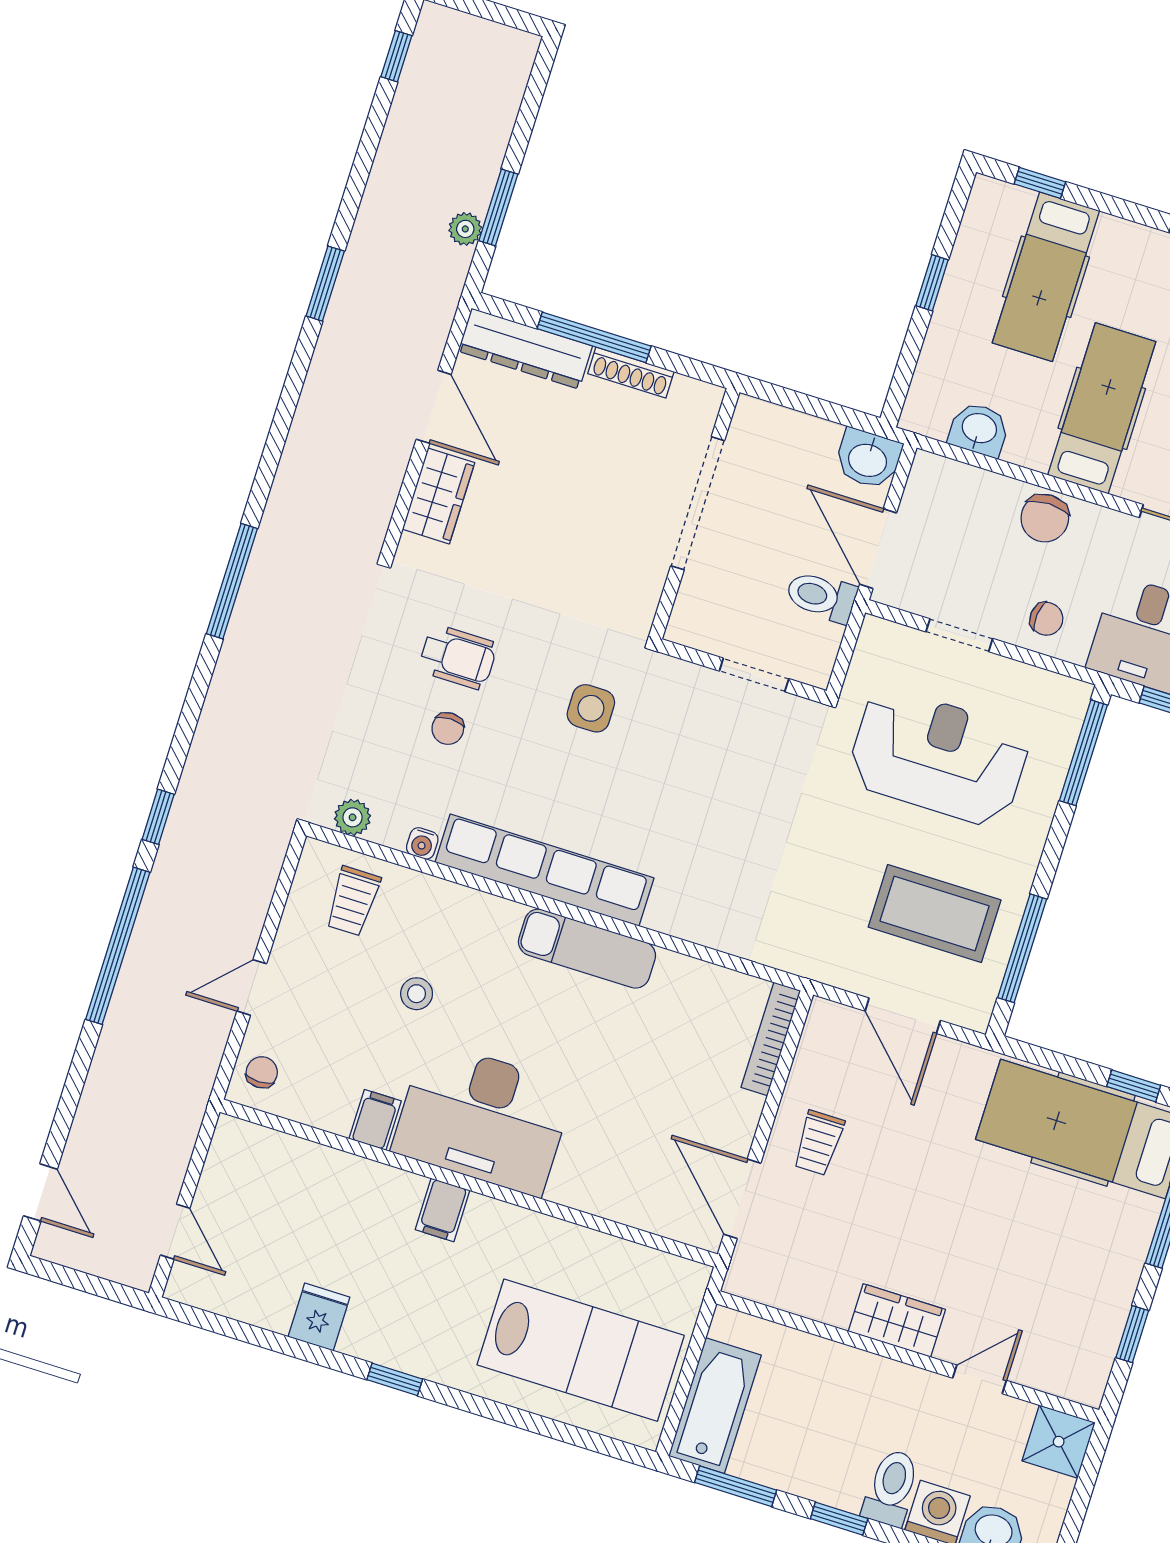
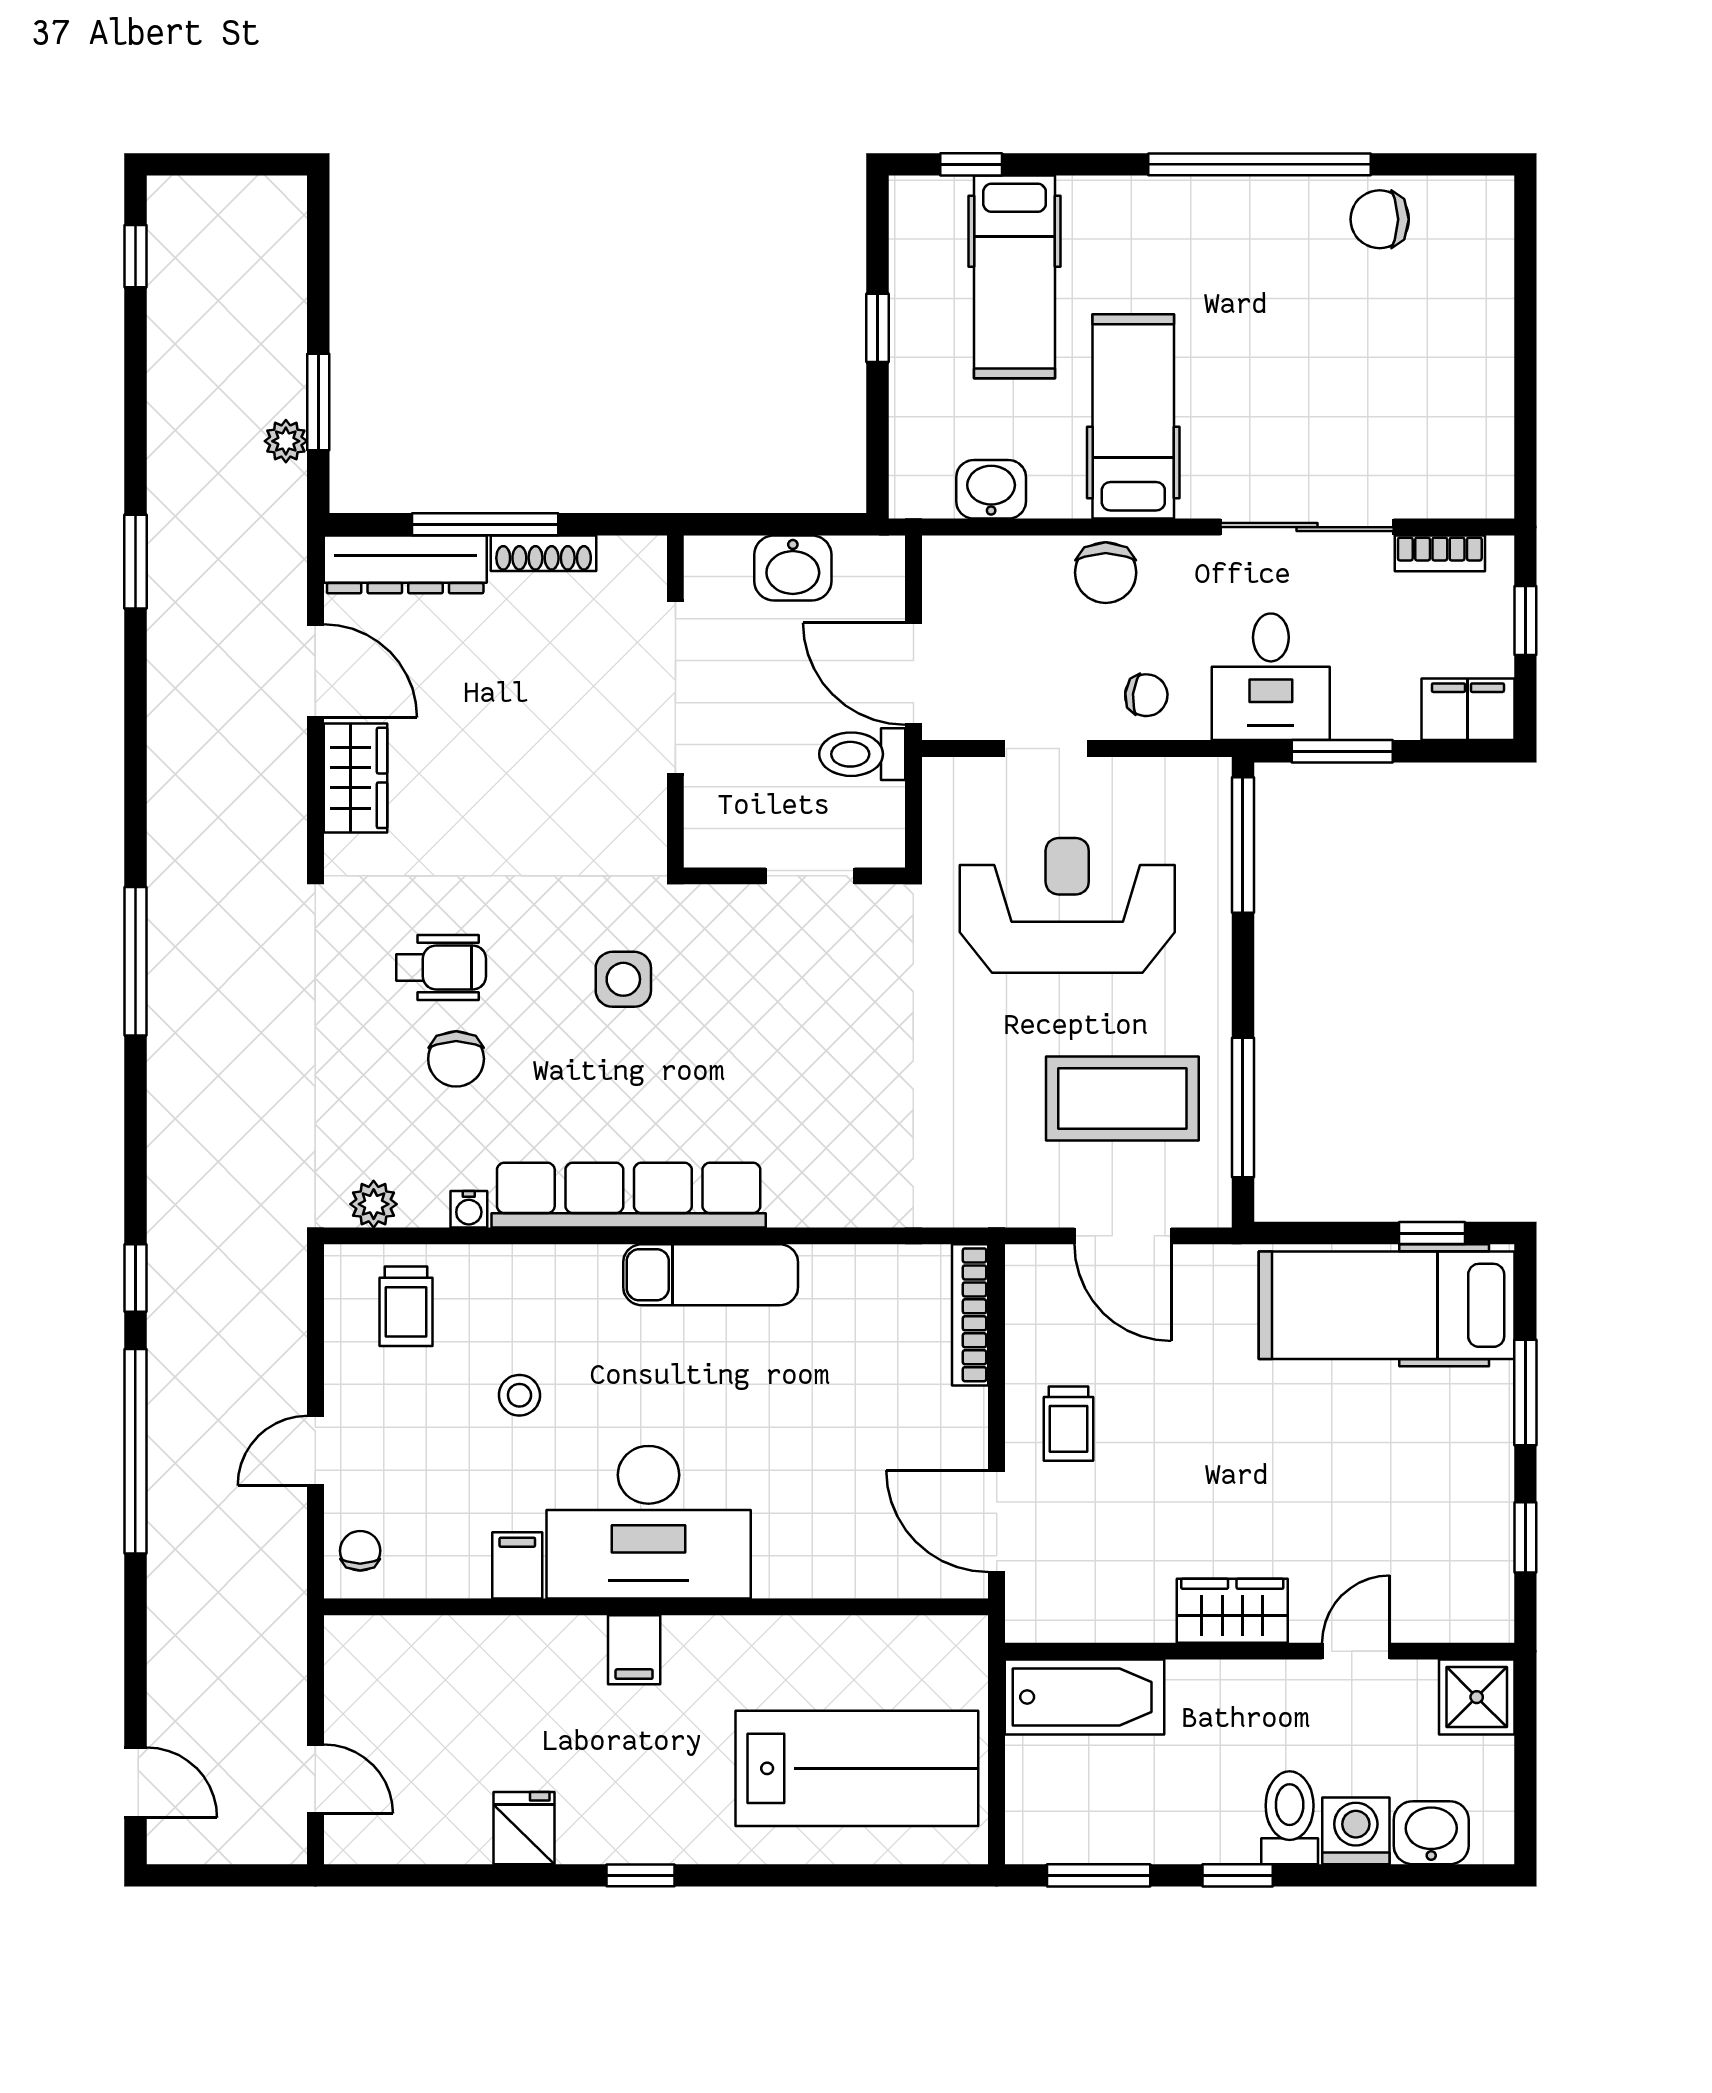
washbasin: (868, 459) -> (793, 568), moved
chair: (448, 729) -> (456, 1059), width x1.37, depth x1.37
bathtub: (715, 1406) -> (1084, 1697), moved, turned 90

